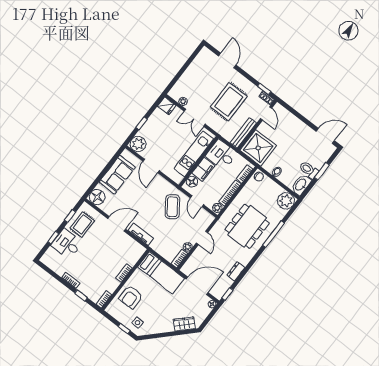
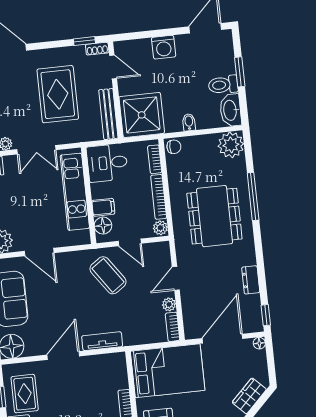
washing machine: (298, 126) -> (164, 47), added
filing cabinet: (203, 169) -> (103, 207), width x0.50
door: (202, 238) -> (176, 278), swing flipped
bed: (161, 273) -> (168, 371), width x1.50

